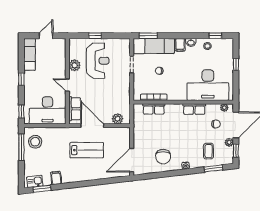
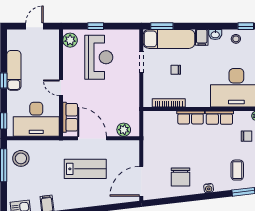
exam couch: (30, 54) -> (14, 70), moved
plant: (75, 65) -> (70, 40), moved
row of seats: (154, 109) -> (191, 117), moved

